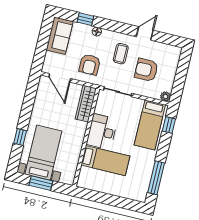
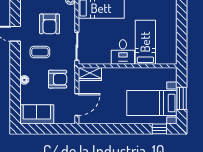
window: (85, 19) -> (15, 94), removed
wardrobe: (86, 104) -> (90, 74), width x0.67
desk: (102, 132) -> (123, 52), width x0.73
window: (20, 137) -> (159, 129), moved

